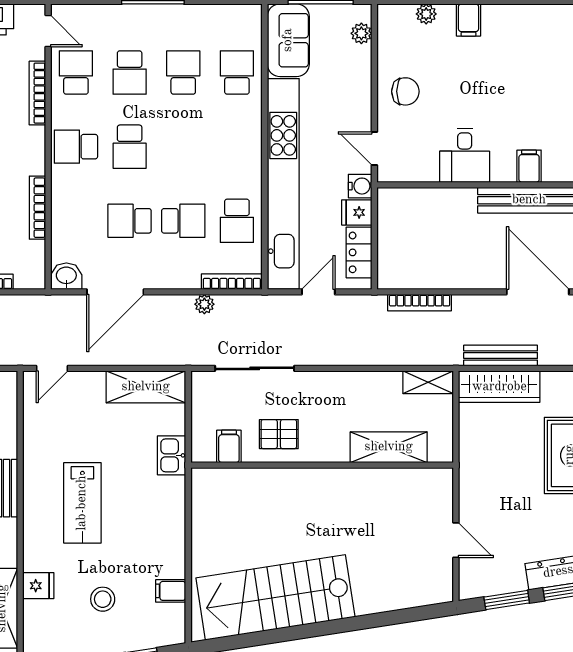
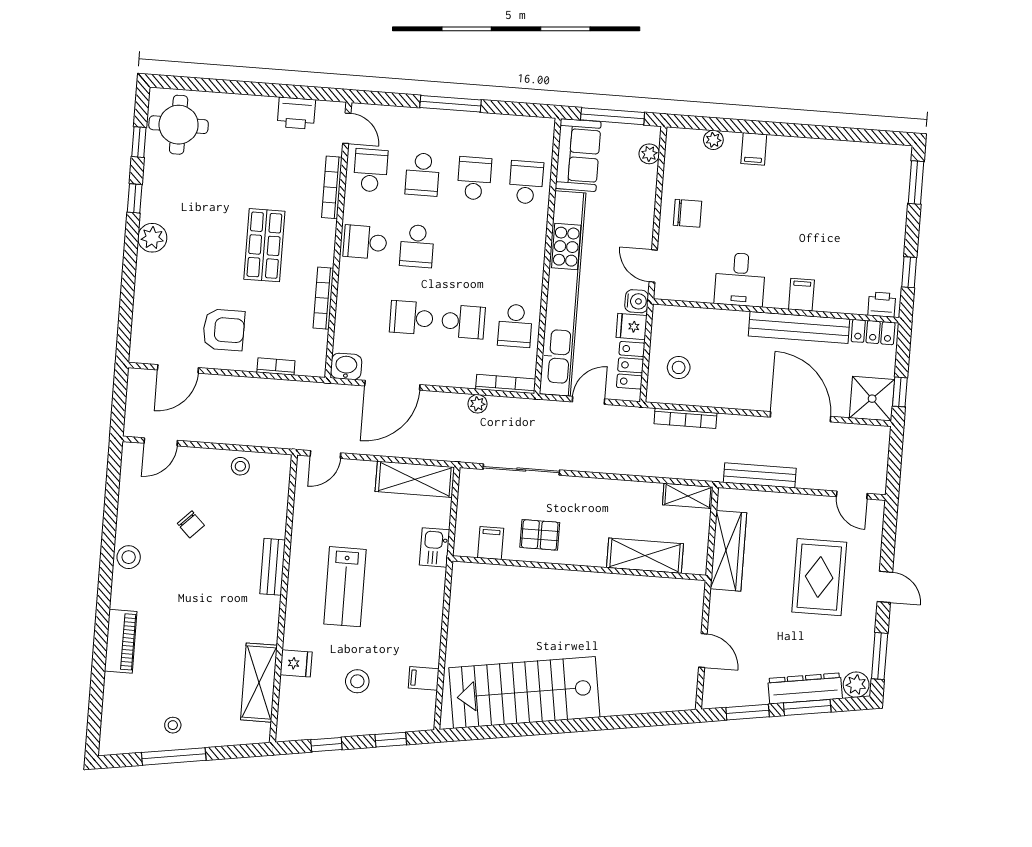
stool: (408, 251) -> (679, 367), added
wardrobe: (499, 387) -> (728, 551), moved, turned -90

